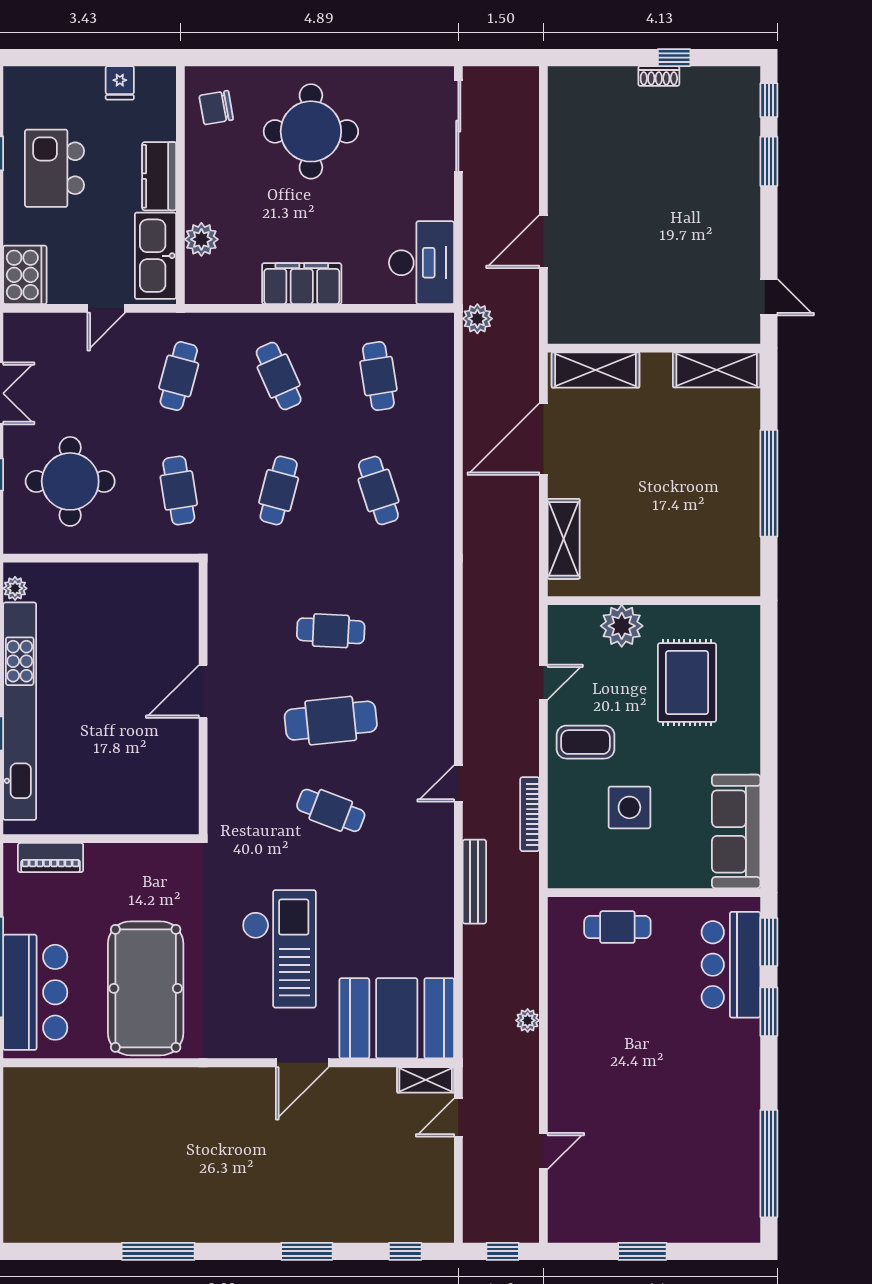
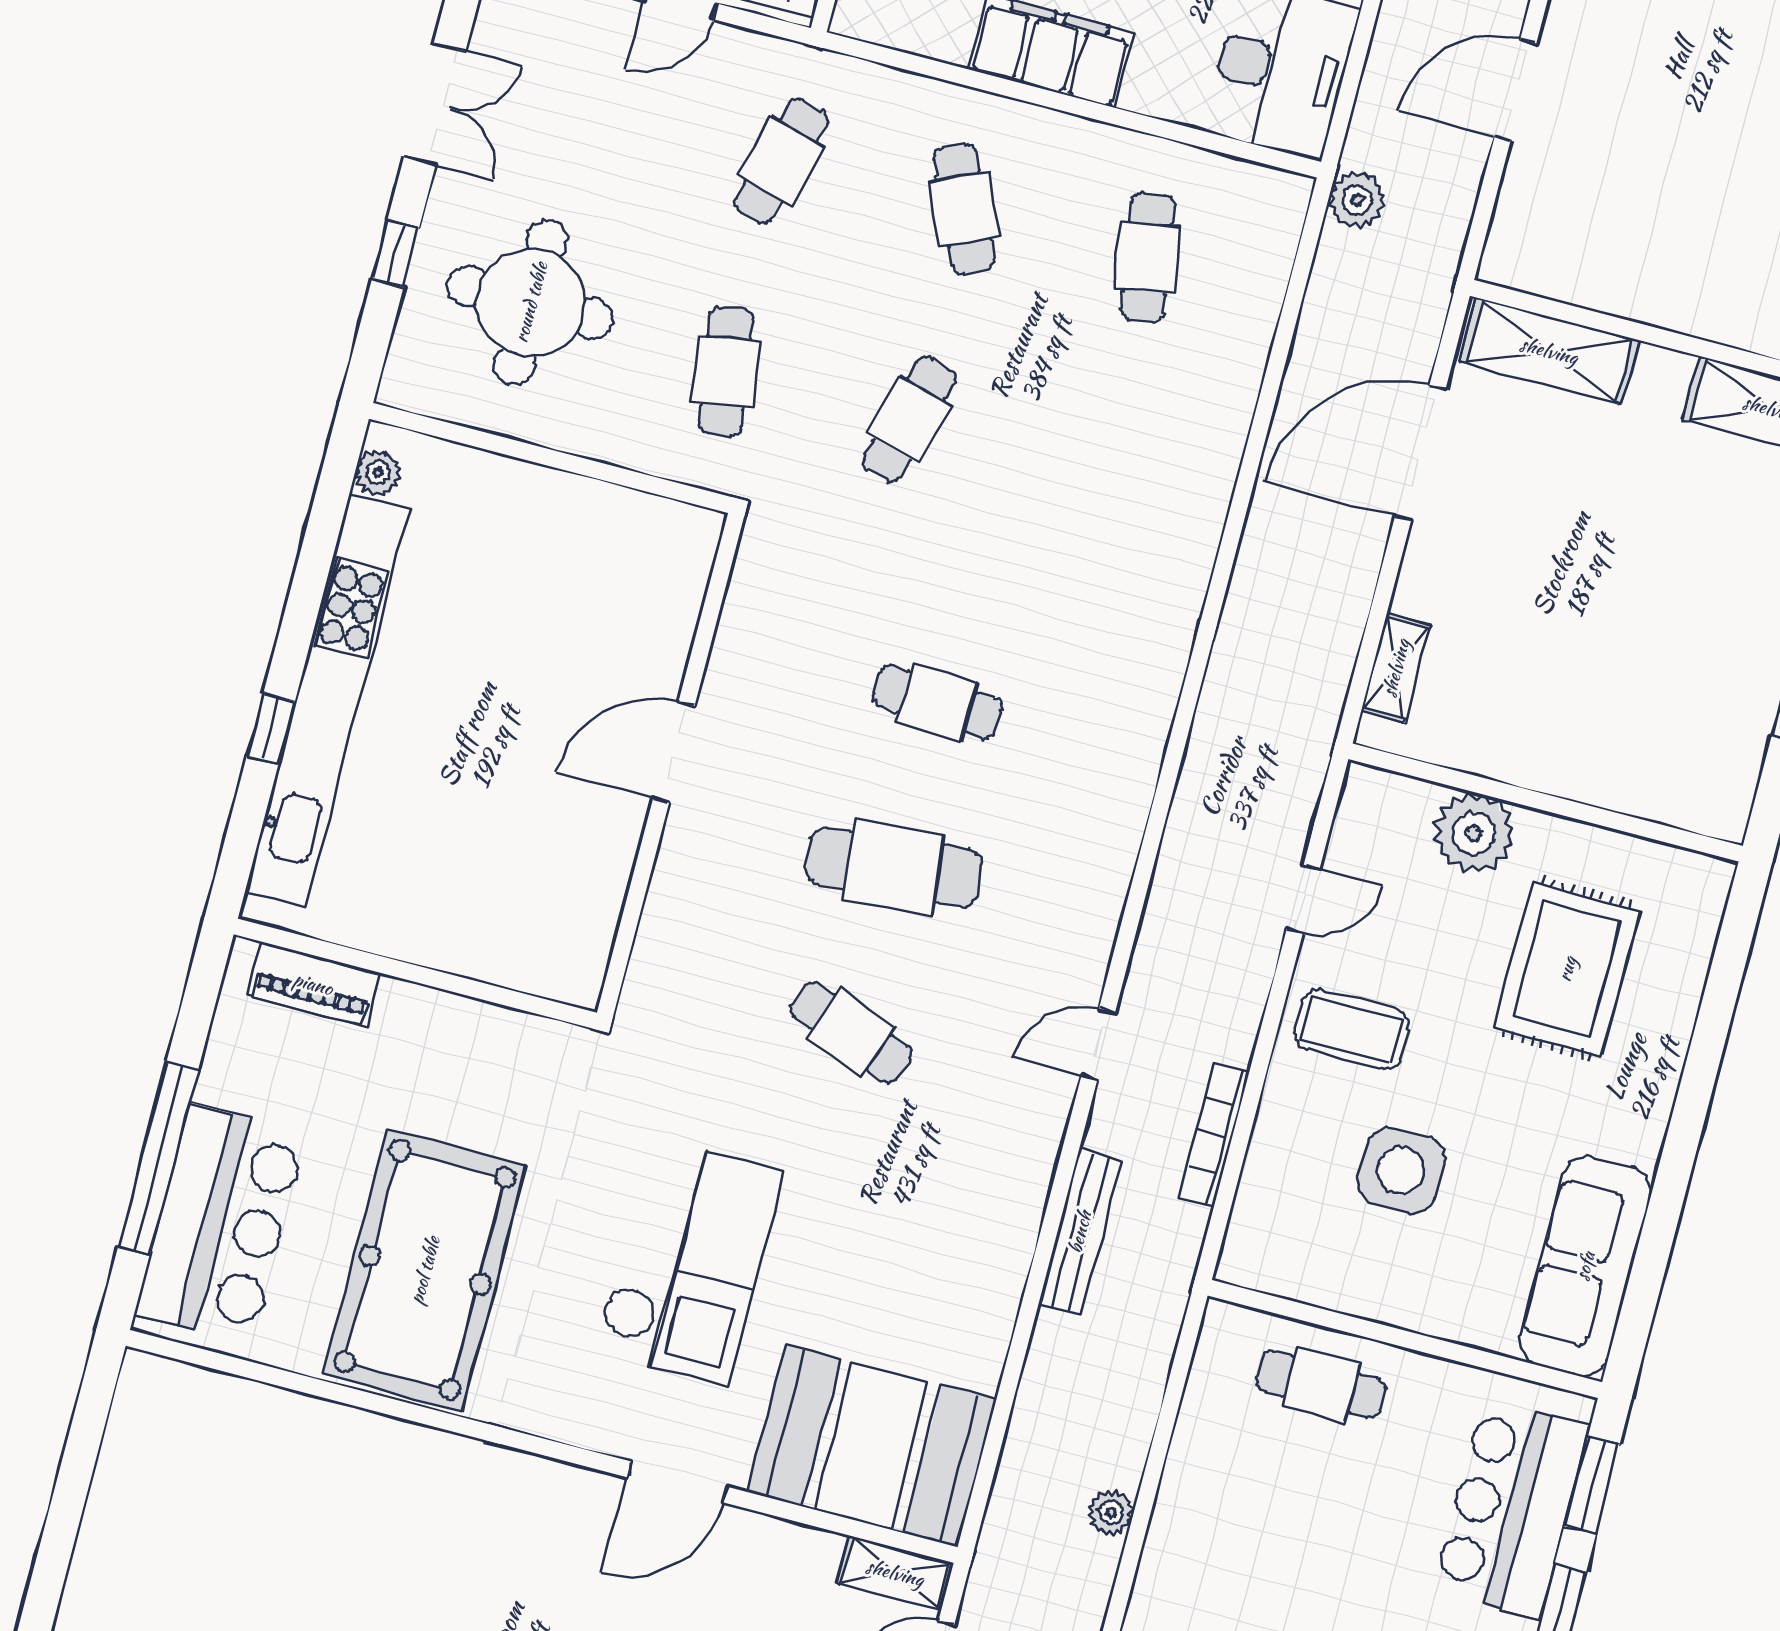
cafe table: (378, 490) -> (1093, 468), removed
shelving: (564, 539) -> (1396, 668), width x0.67, depth x0.75

